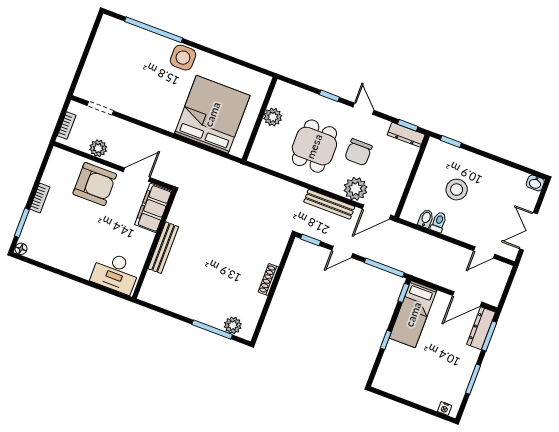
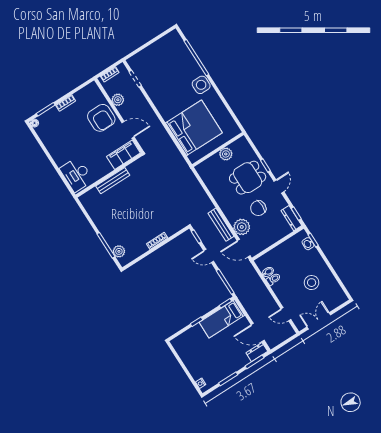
dining table: (314, 146) -> (248, 178), moved
washbasin: (535, 183) -> (308, 244), moved
stool: (457, 190) -> (312, 283), moved
dresser: (481, 328) -> (257, 352), width x0.70

